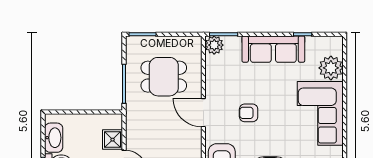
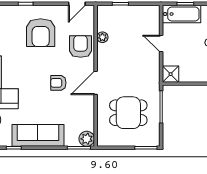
door: (203, 113) -> (96, 83), swing flipped
armchair: (249, 113) -> (58, 83), turned 180
shower: (113, 140) -> (171, 74), moved

